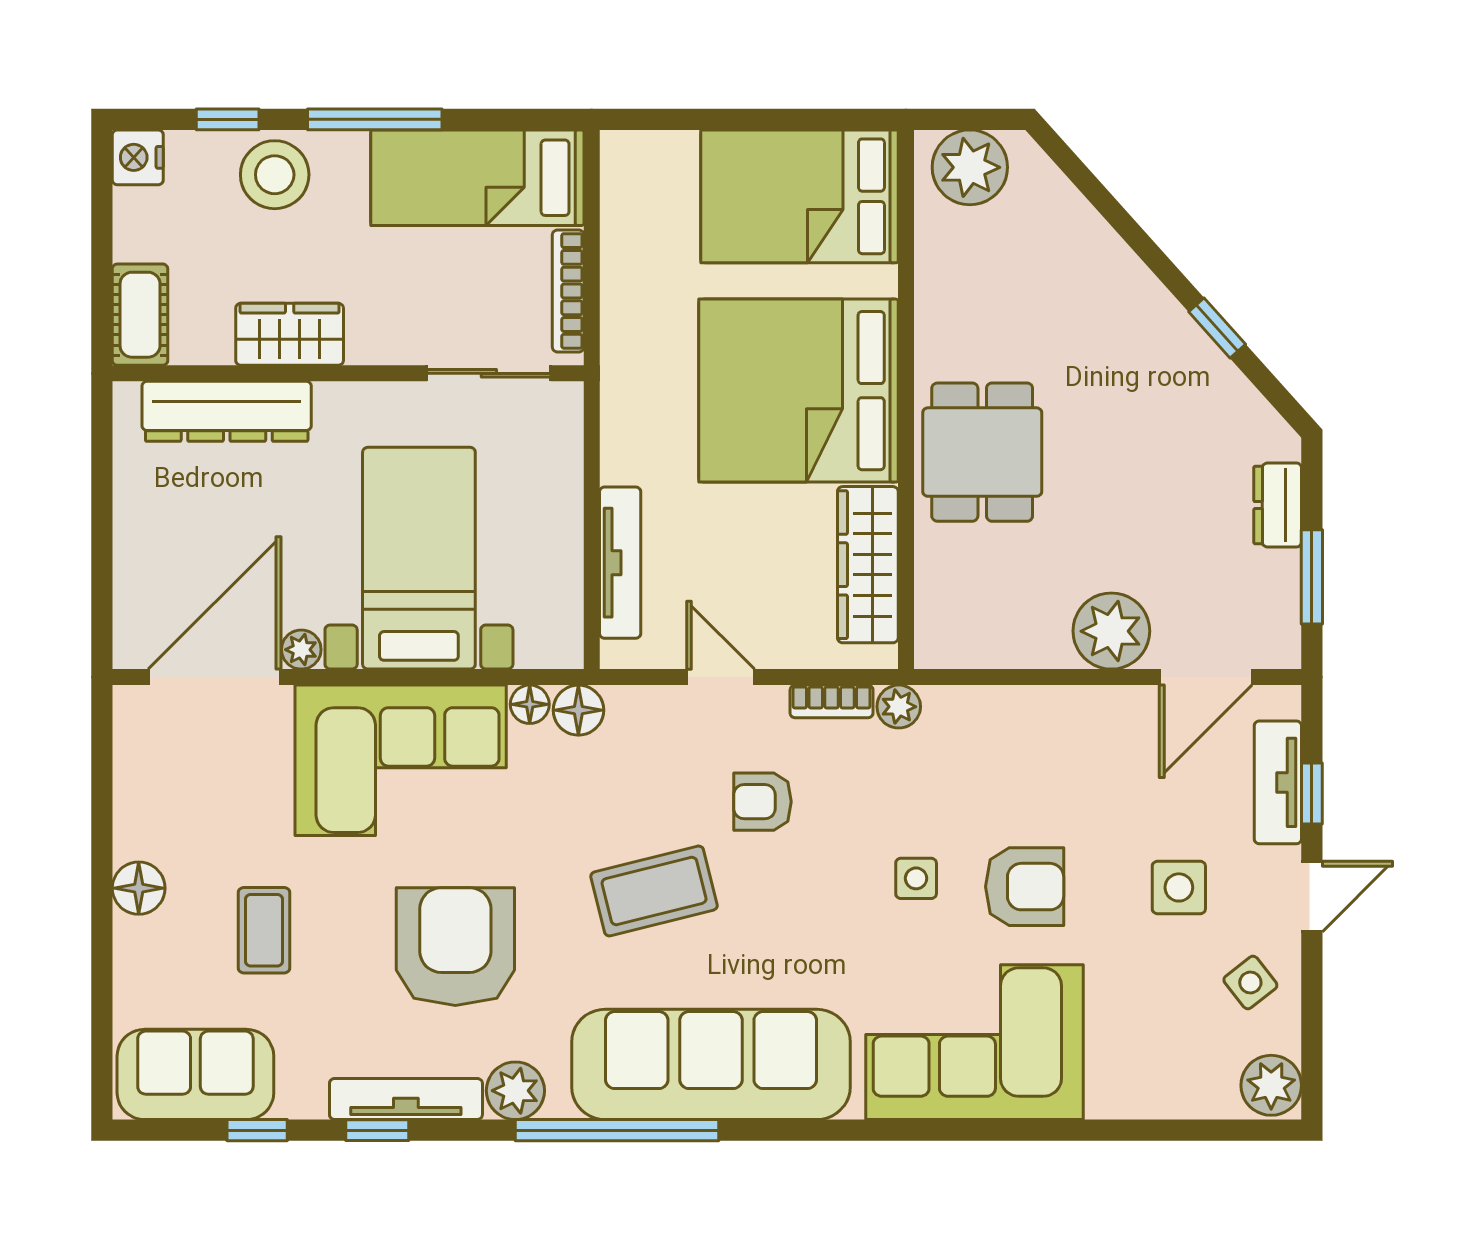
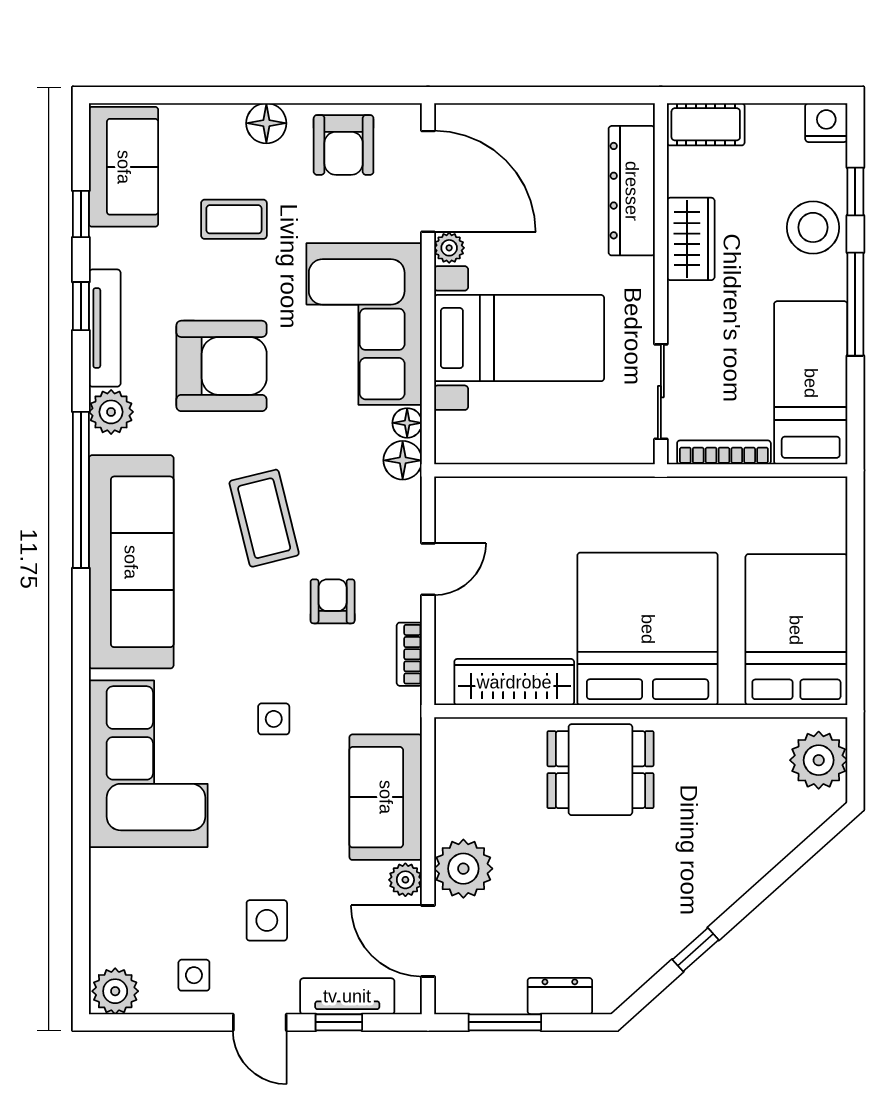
tv unit: (620, 563) -> (516, 492), removed
plant: (899, 707) -> (405, 880), moved
sofa: (1018, 732) -> (386, 797), added
armchair: (1025, 887) -> (344, 145), moved
side table: (1250, 982) -> (194, 975), turned 38

